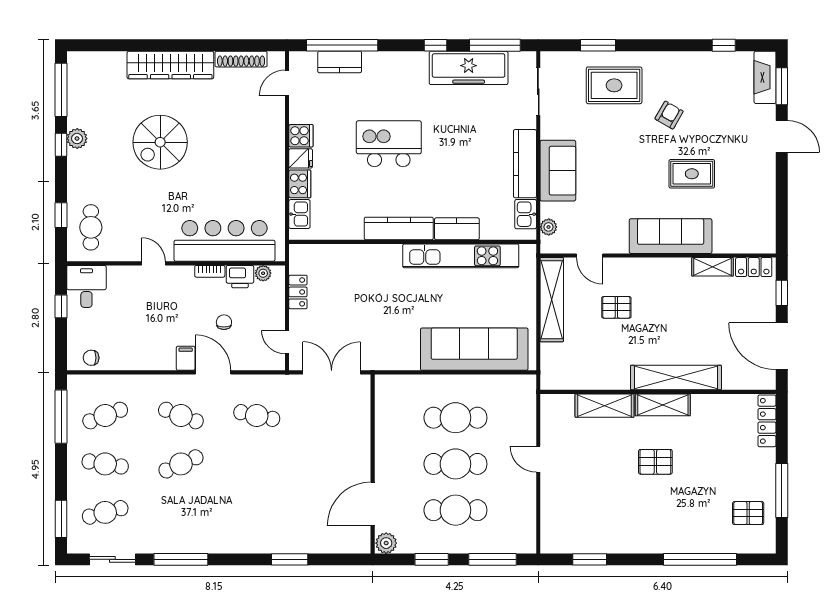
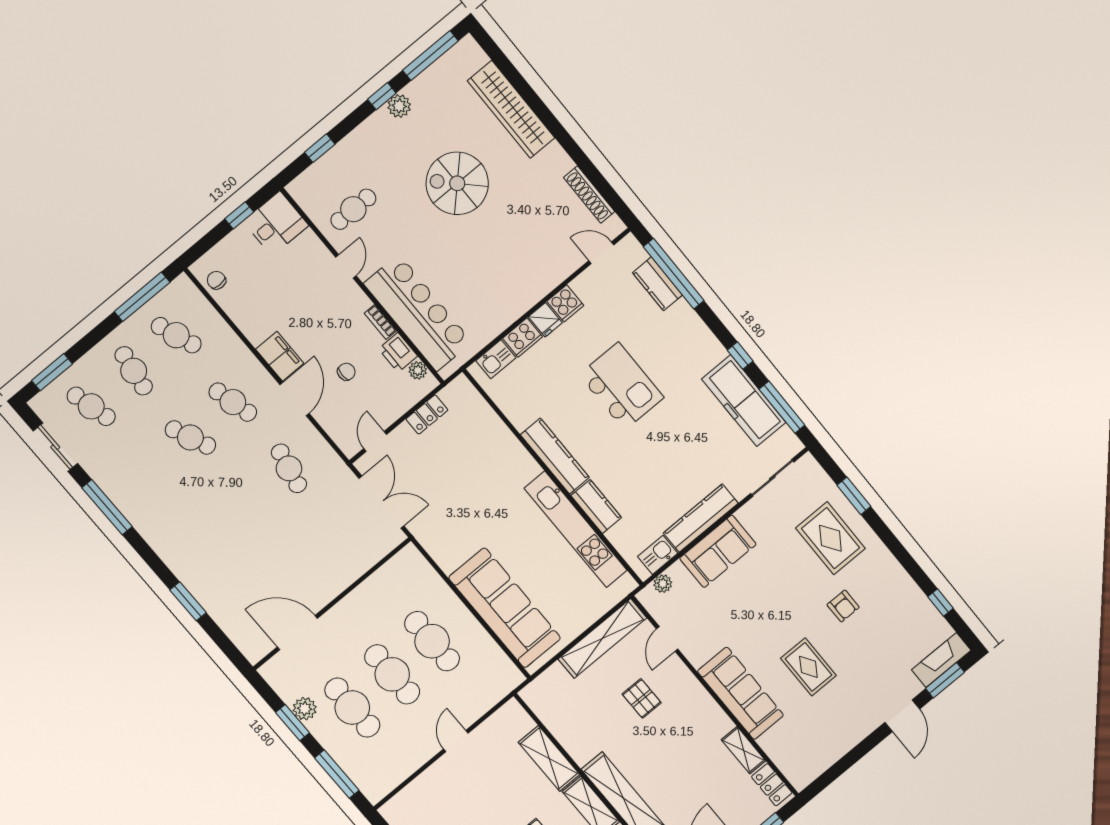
wardrobe: (170, 65) -> (511, 109), moved
armchair: (669, 115) -> (843, 606), turned 60
cafe table: (91, 227) -> (353, 209), moved
filing cabinet: (186, 358) -> (280, 356), width x2.00
cafe table: (181, 416) -> (233, 402), turned -36
plant: (386, 543) -> (305, 709), moved

